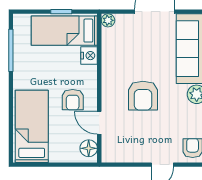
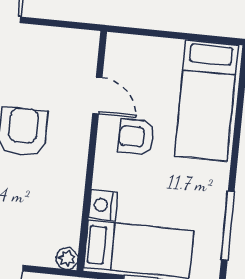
armchair: (73, 100) -> (136, 137), turned -90
floor lamp: (89, 148) -> (119, 56), removed

